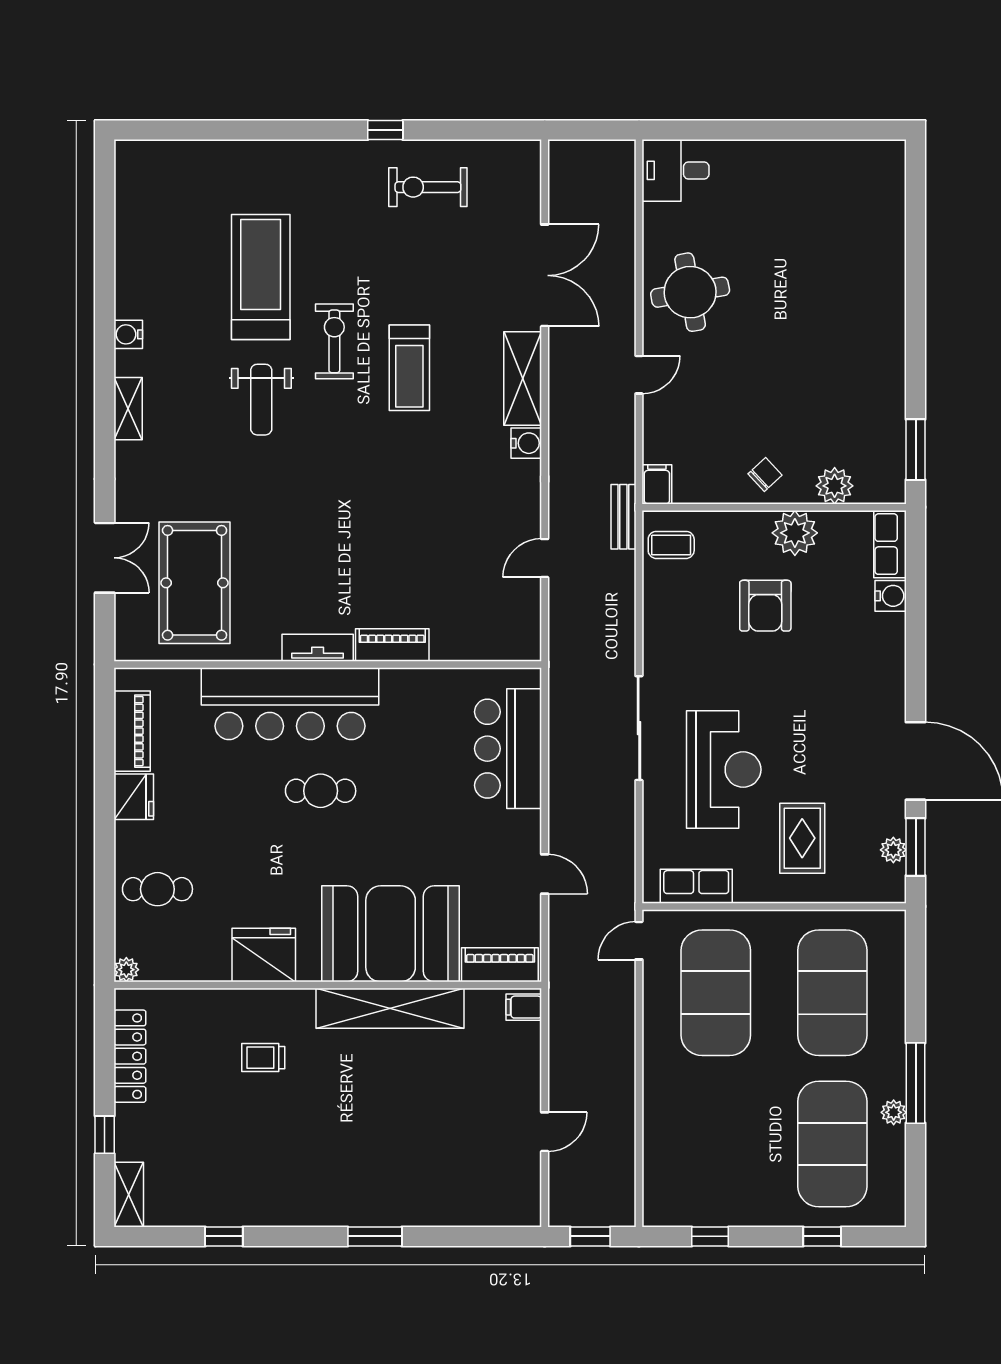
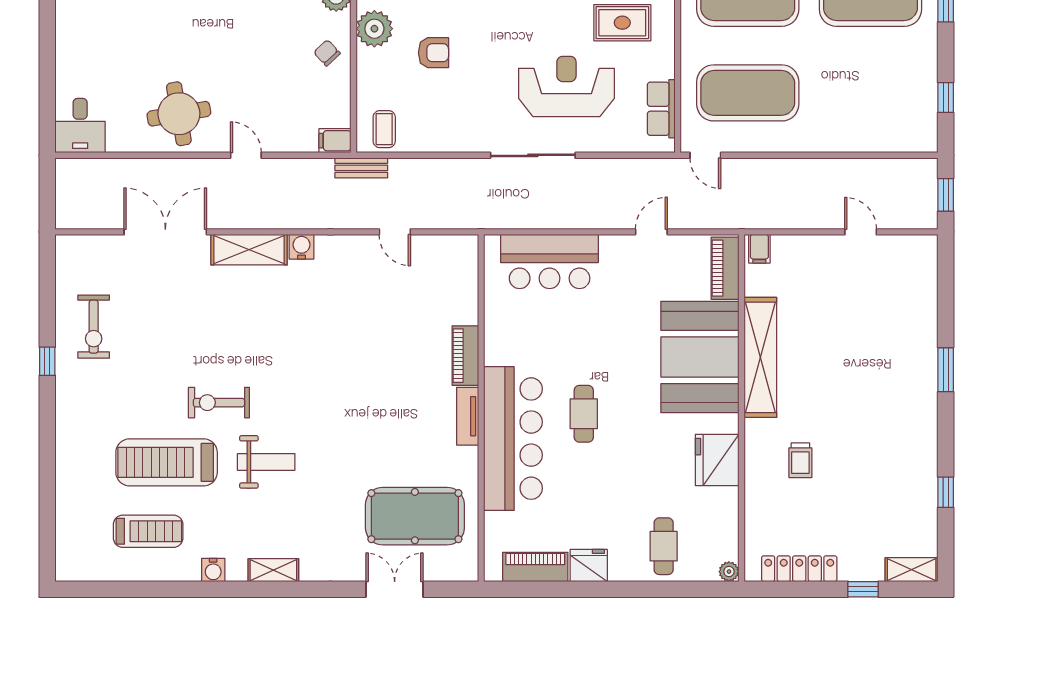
treadmill: (409, 368) -> (148, 531), moved
armchair: (765, 606) -> (434, 53), width x0.72, depth x0.72

